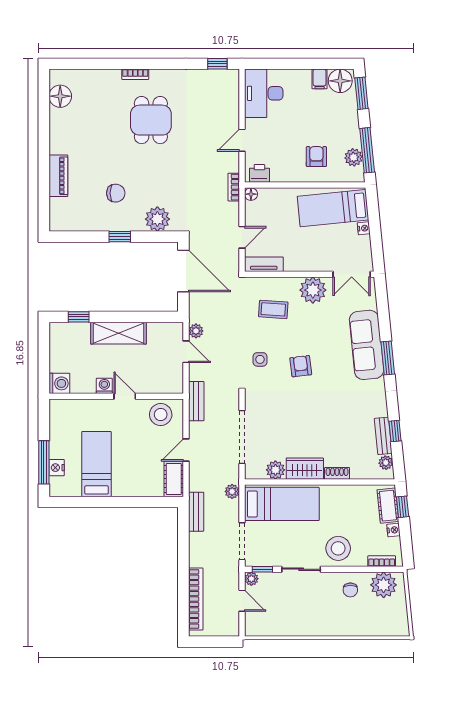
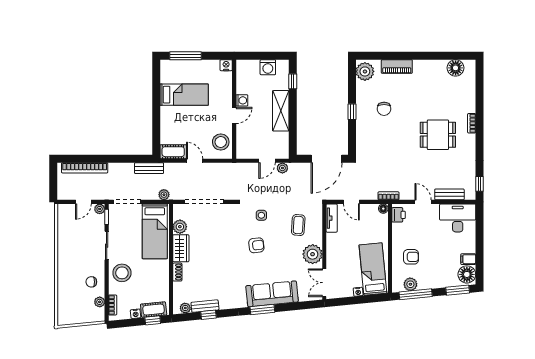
plant: (157, 219) -> (365, 71), moved
washing machine: (59, 383) -> (268, 67), moved
bench: (196, 401) -> (449, 194), moved
nightstand: (57, 468) -> (226, 65), moved
plant: (384, 585) -> (100, 302), width x0.53, depth x0.53

